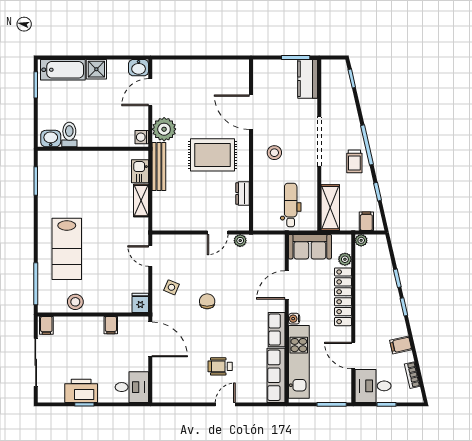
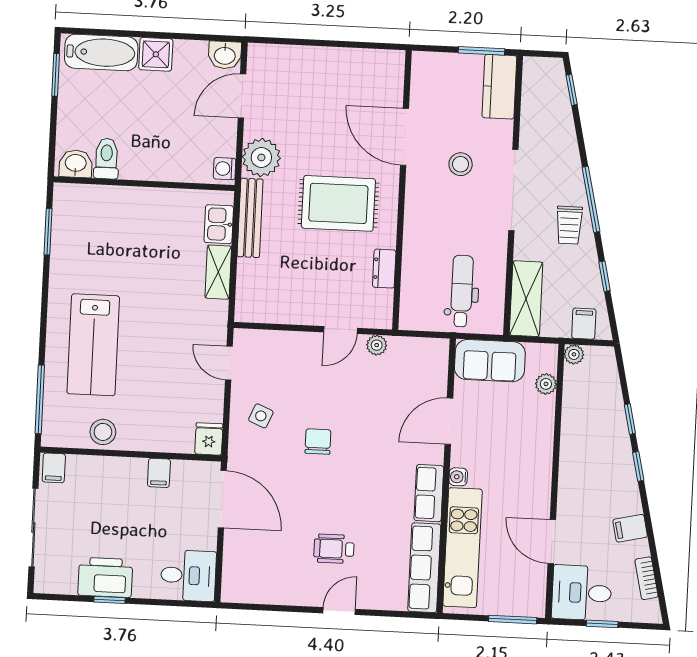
stool: (274, 153) -> (461, 164), moved
locker: (343, 297) -> (540, 445), removed

